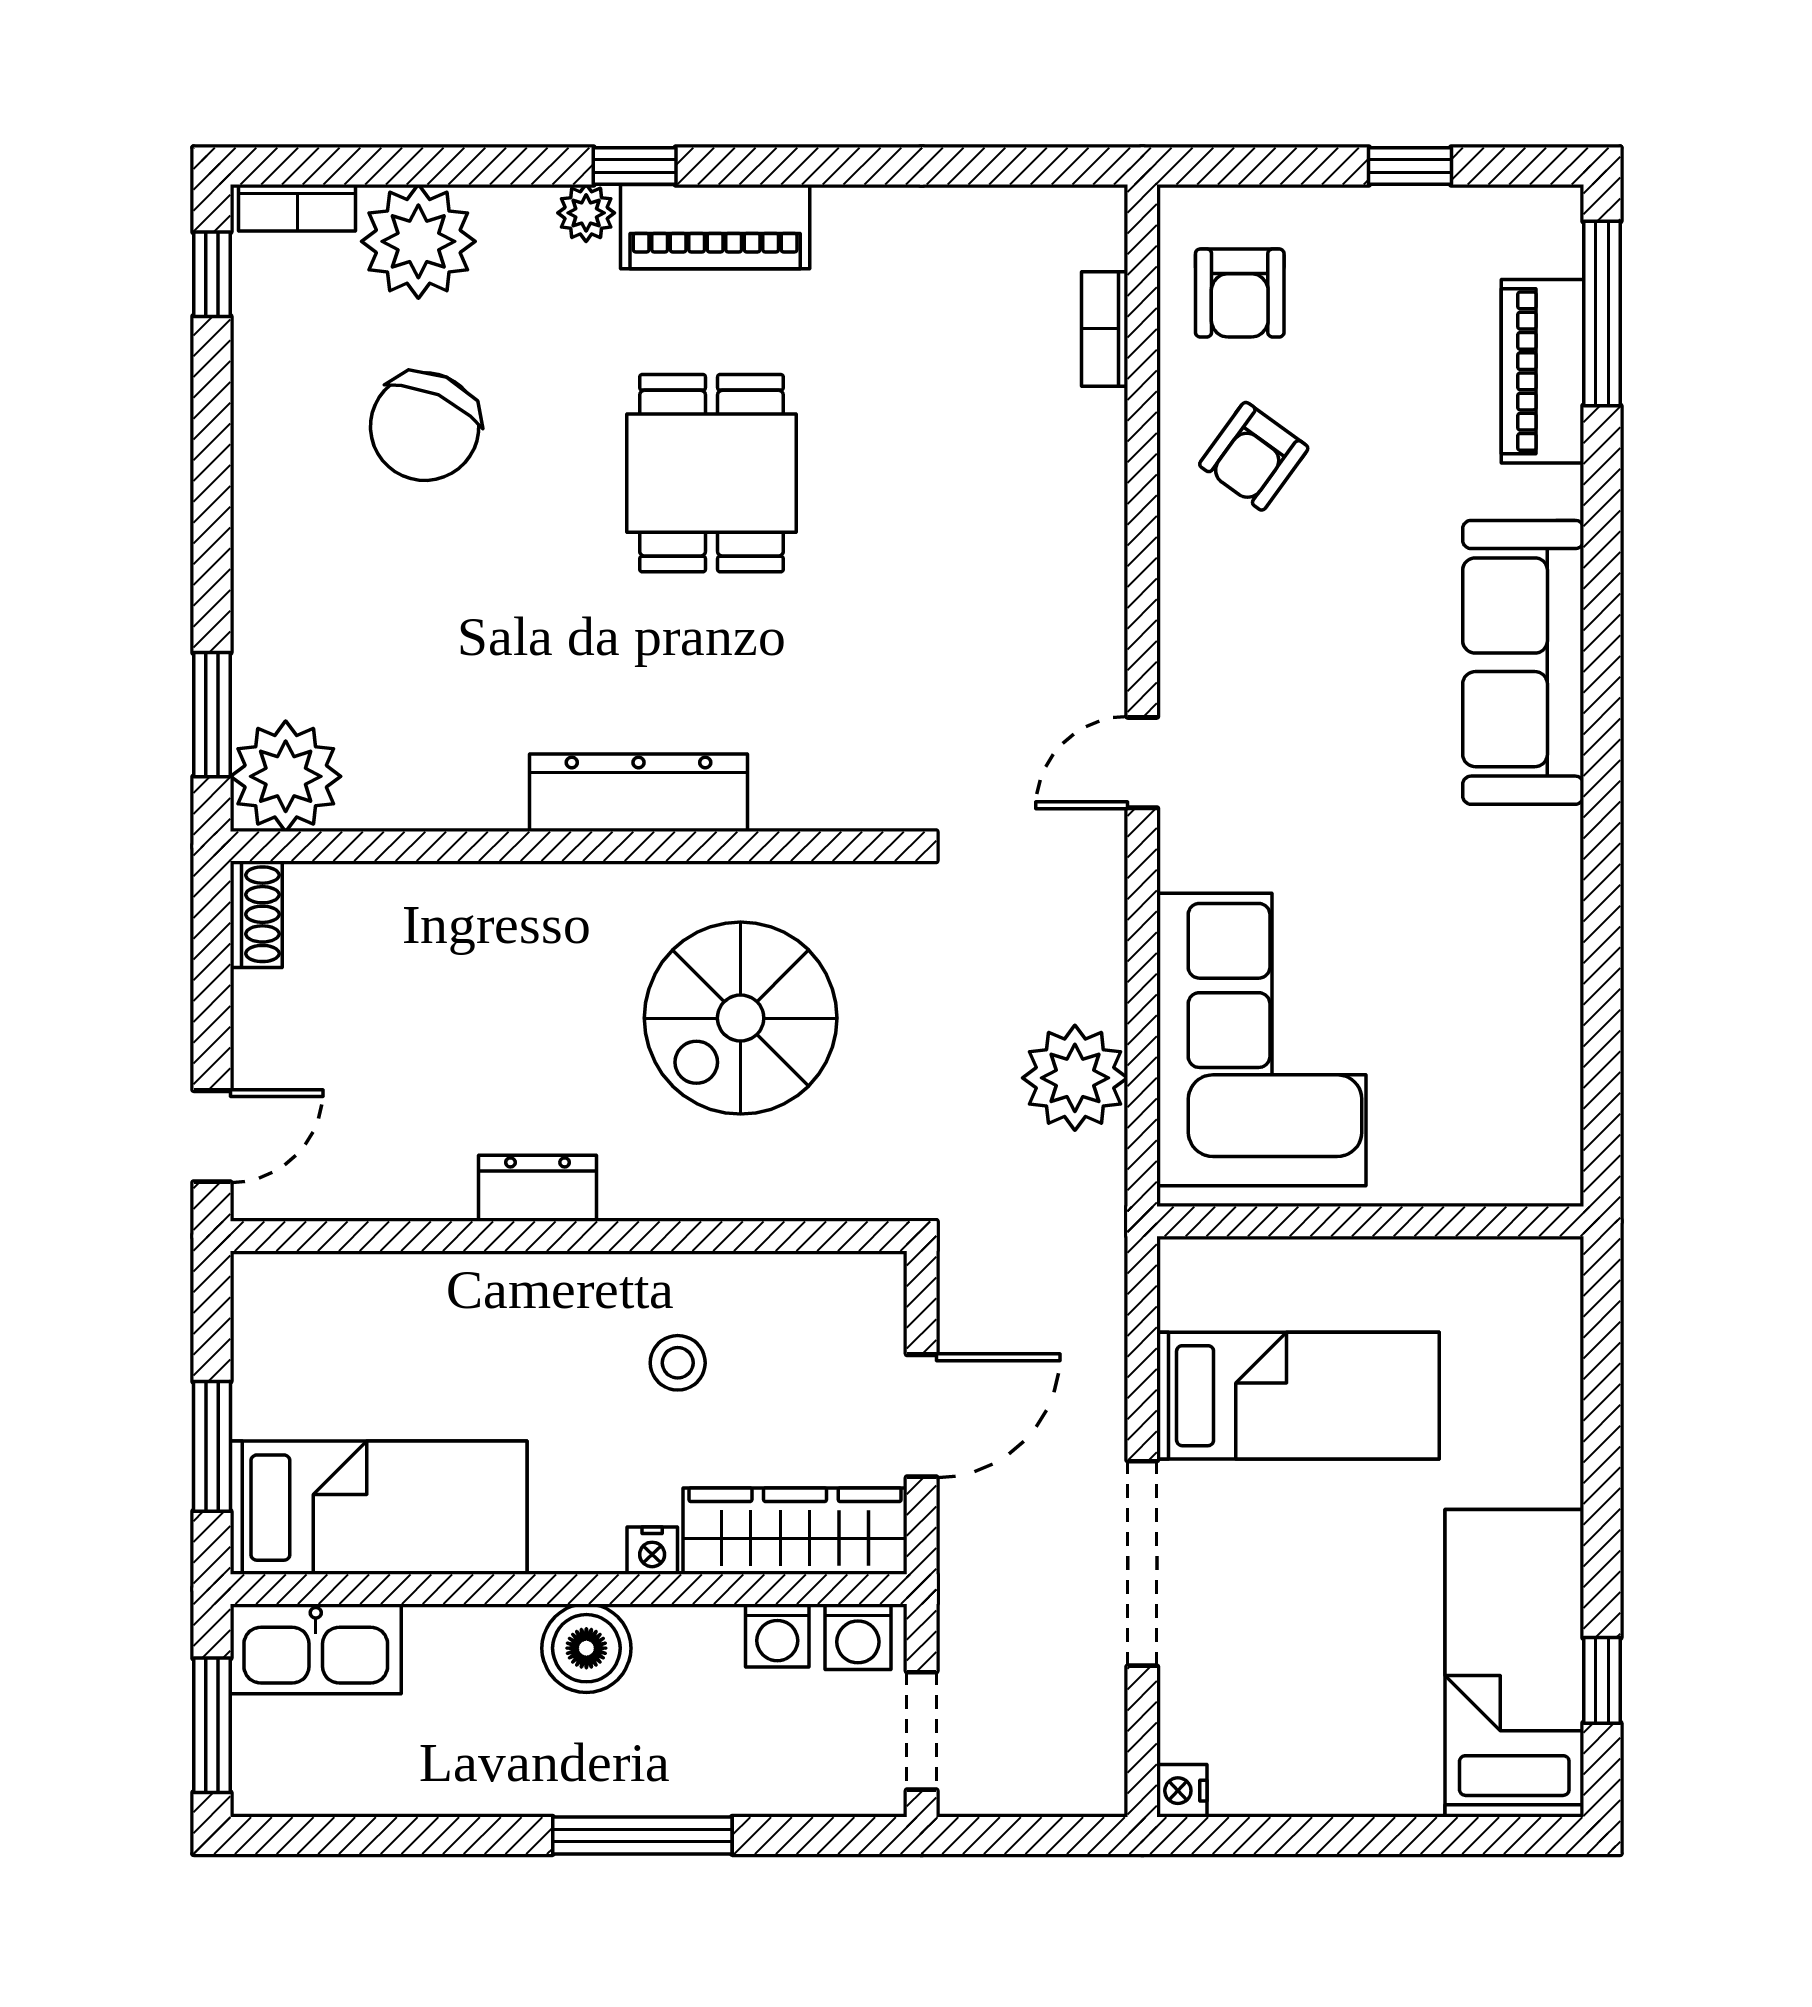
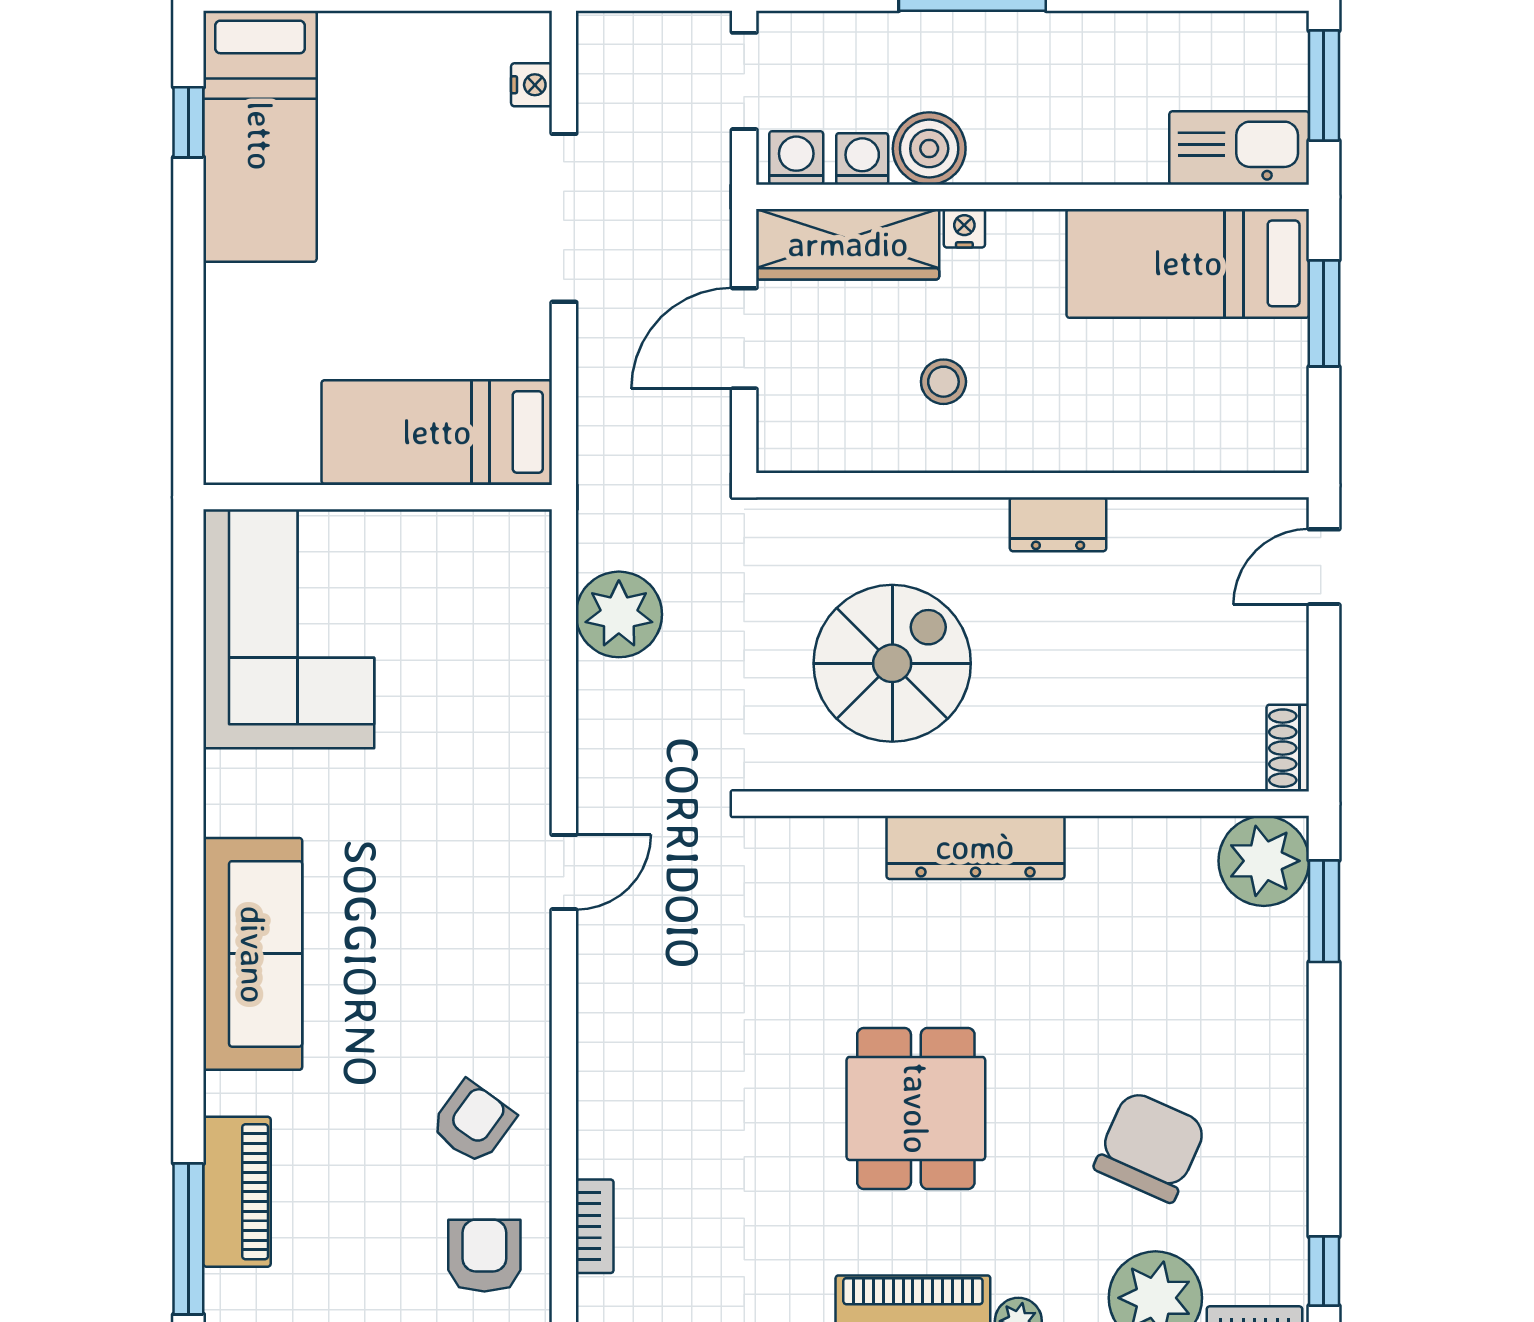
corner sofa: (1261, 1040) -> (289, 629), moved, turned 180
bed: (1298, 1396) -> (437, 432), moved
boiler: (586, 1648) -> (929, 149), moved
nightstand: (1182, 1791) -> (532, 85), moved

